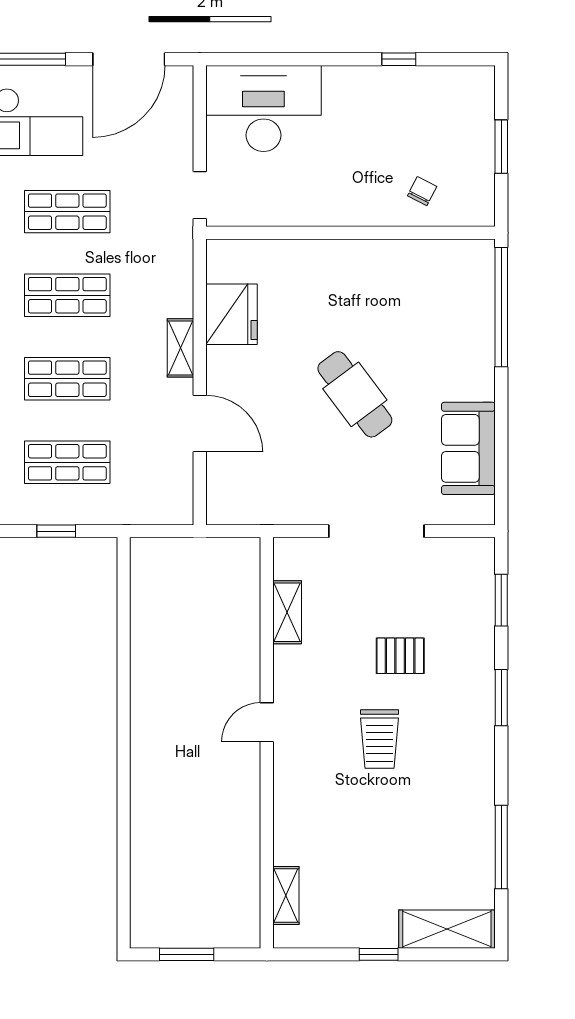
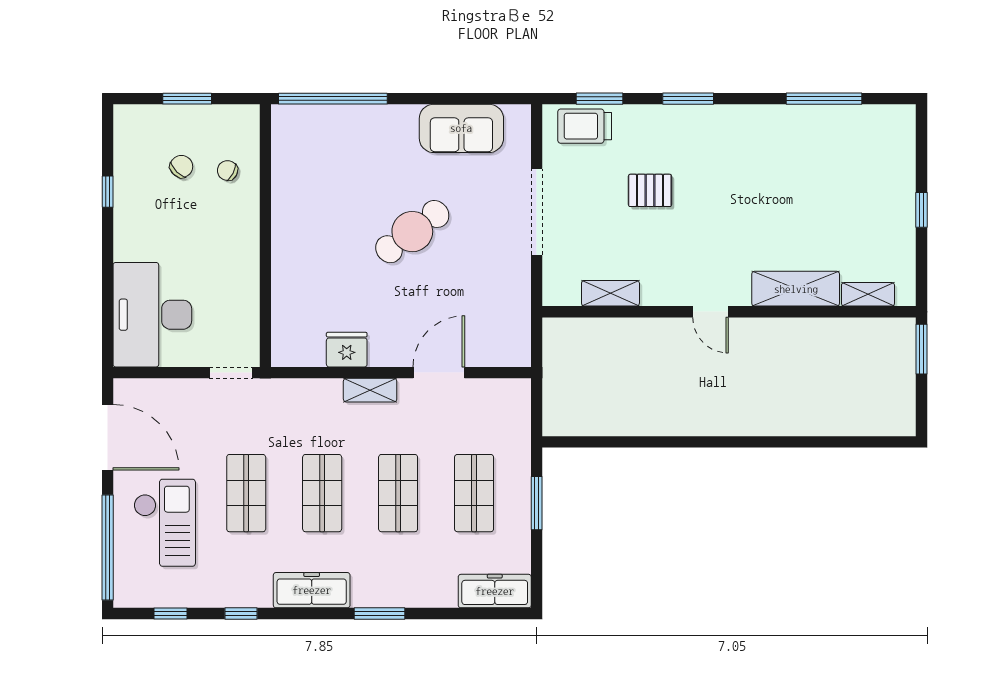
chair: (426, 140) -> (181, 167), added
fridge: (232, 314) -> (347, 350), width x0.73, depth x0.75
window: (56, 531) -> (537, 503), width x1.50
pallet: (400, 656) -> (650, 190), turned 90
trolley: (380, 739) -> (585, 126), moved, turned 180
shelving: (447, 929) -> (796, 289), moved, turned 90
window: (187, 954) -> (921, 349), moved

